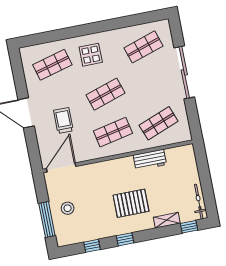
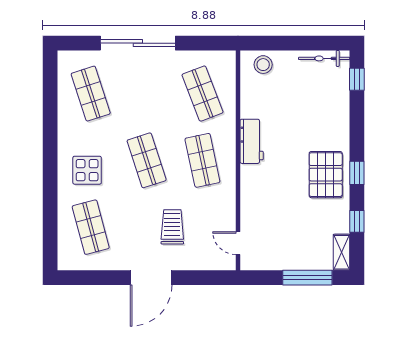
trolley: (63, 120) -> (172, 227), turned 90
workbench: (150, 160) -> (252, 141), moved
door: (61, 167) -> (238, 243), width x0.53
pallet: (131, 203) -> (326, 175), moved
stool: (68, 208) -> (263, 65), moved
shelving: (167, 220) -> (342, 252), moved

